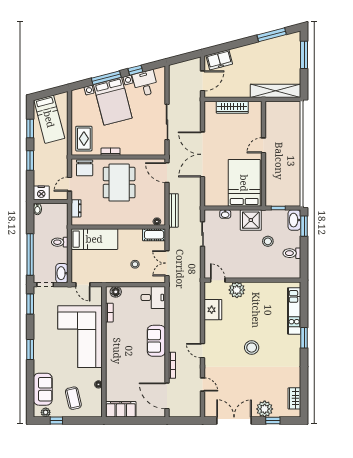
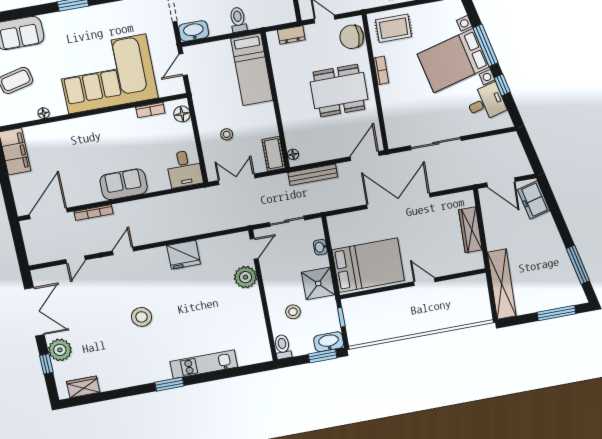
door: (218, 280) -> (254, 249), moved
wall: (252, 280) -> (263, 296), moved
plant: (237, 290) -> (245, 277), moved

